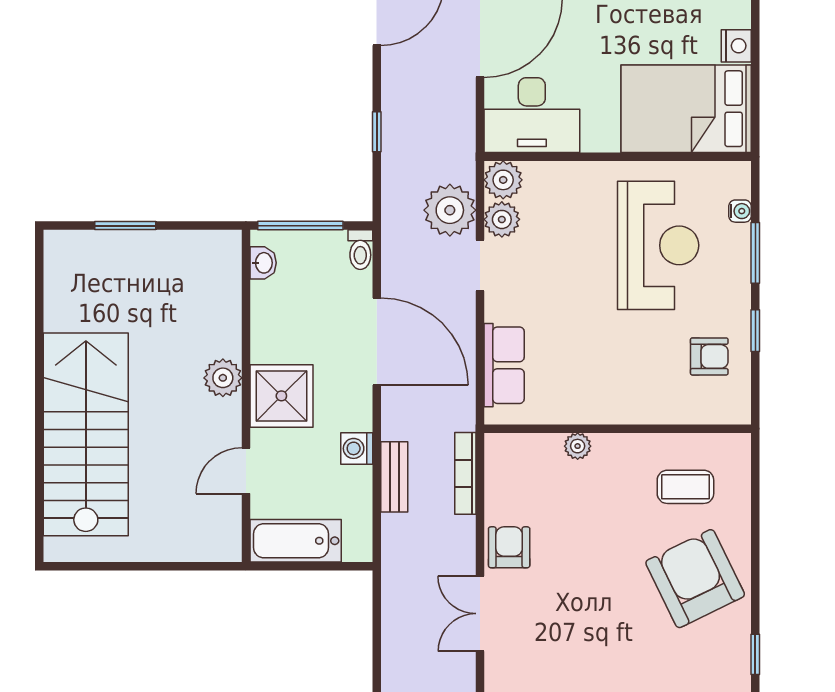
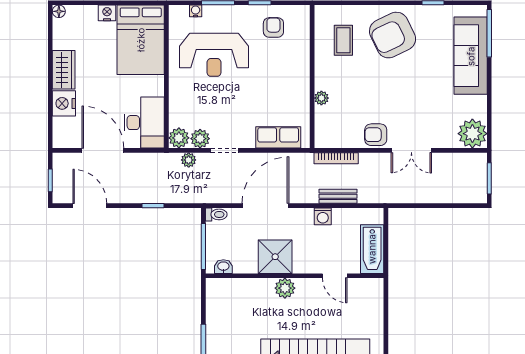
plant: (450, 210) -> (189, 160), width x0.53, depth x0.53
reception desk: (658, 245) -> (214, 55), turned 180
shower: (281, 396) -> (275, 257), moved

